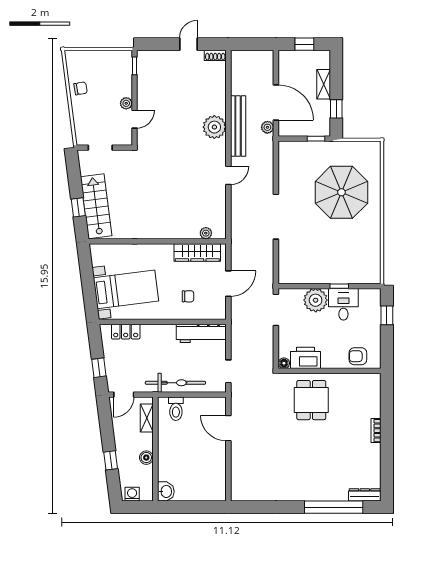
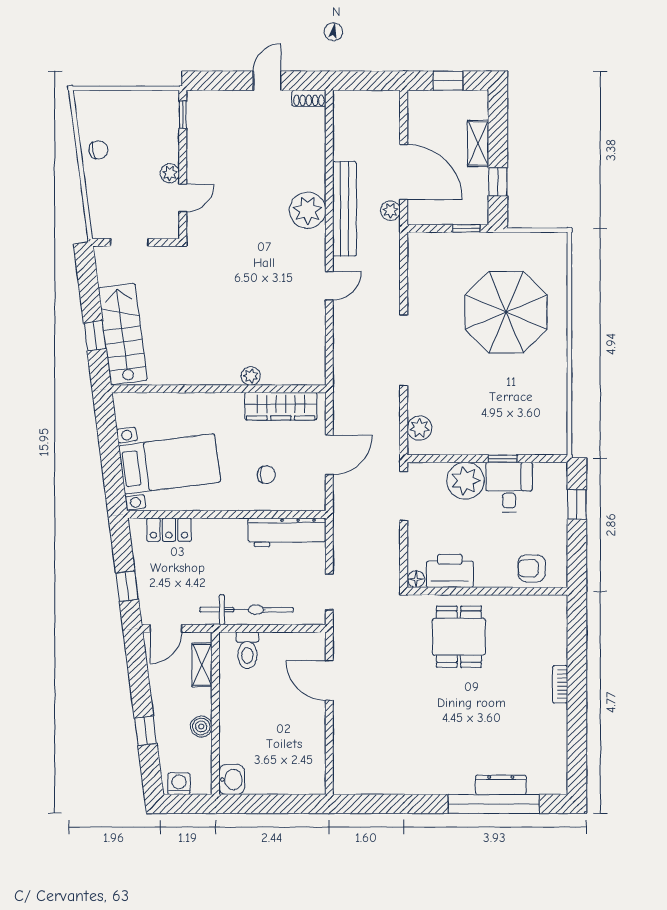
plant: (206, 233) -> (251, 376), moved
plant: (286, 266) -> (419, 428), added
dresser: (365, 495) -> (501, 785), moved

